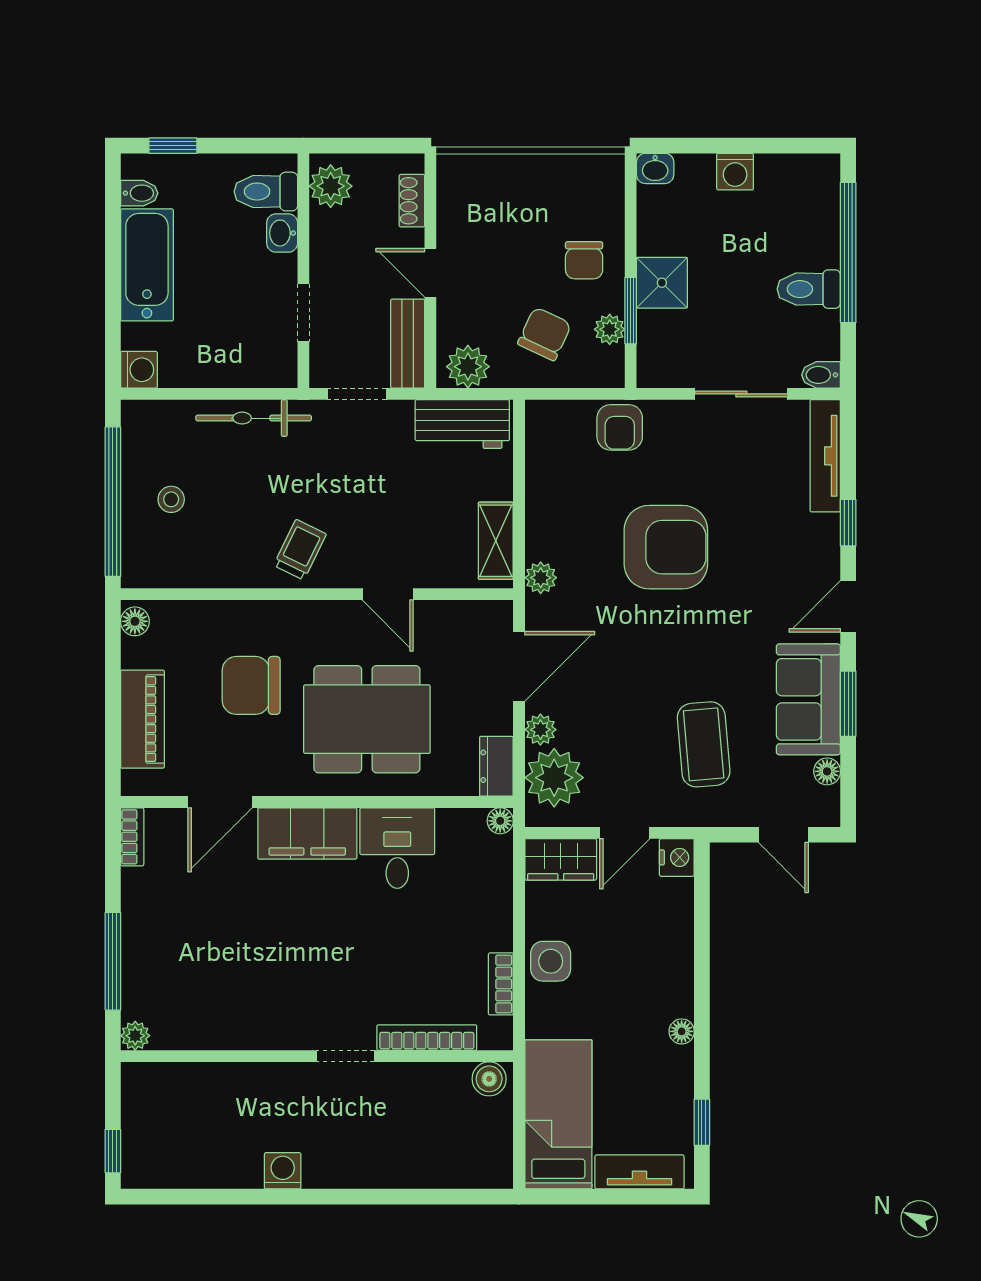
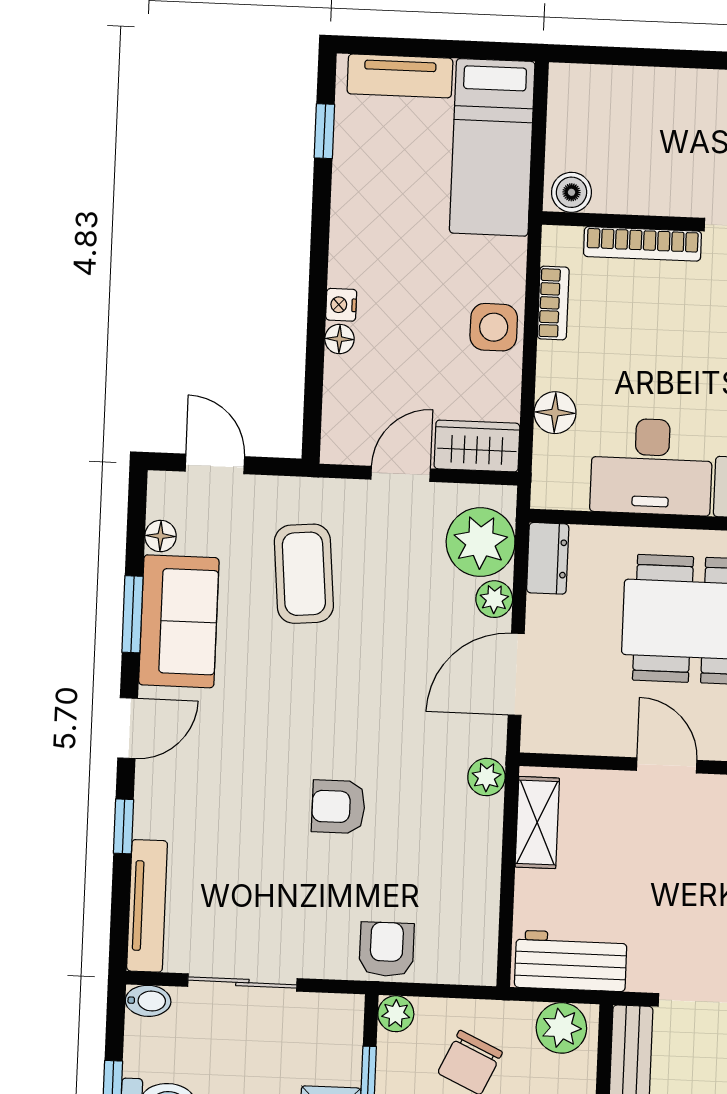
plant: (610, 329) -> (396, 1014), moved
armchair: (666, 547) -> (338, 807), width x0.53, depth x0.53
floor lamp: (500, 821) -> (555, 413), moved, width x1.37, depth x1.37
desk: (397, 848) -> (652, 467), width x1.37
nightstand: (677, 857) -> (341, 305), moved, width x0.72, depth x0.74
floor lamp: (682, 1031) -> (339, 339), moved

